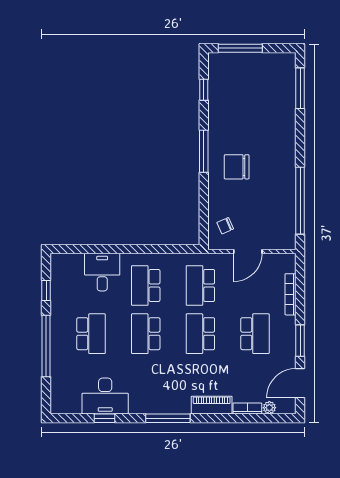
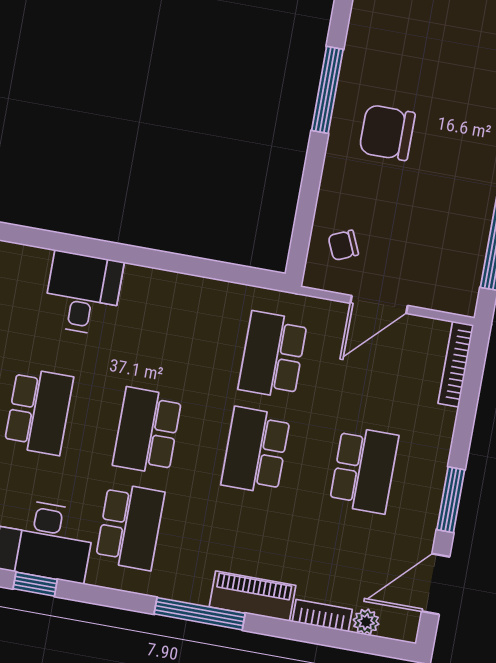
school desk: (146, 285) -> (130, 527), moved, turned 180
bookcase: (291, 294) -> (456, 364), moved
window: (168, 418) -> (200, 614), moved

